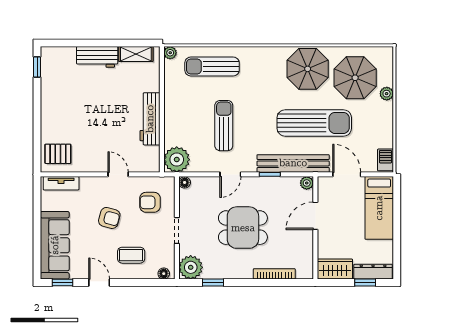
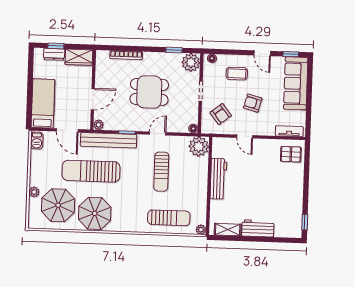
armchair: (150, 202) -> (221, 114), turned 52
dresser: (373, 272) -> (54, 54), width x0.70

